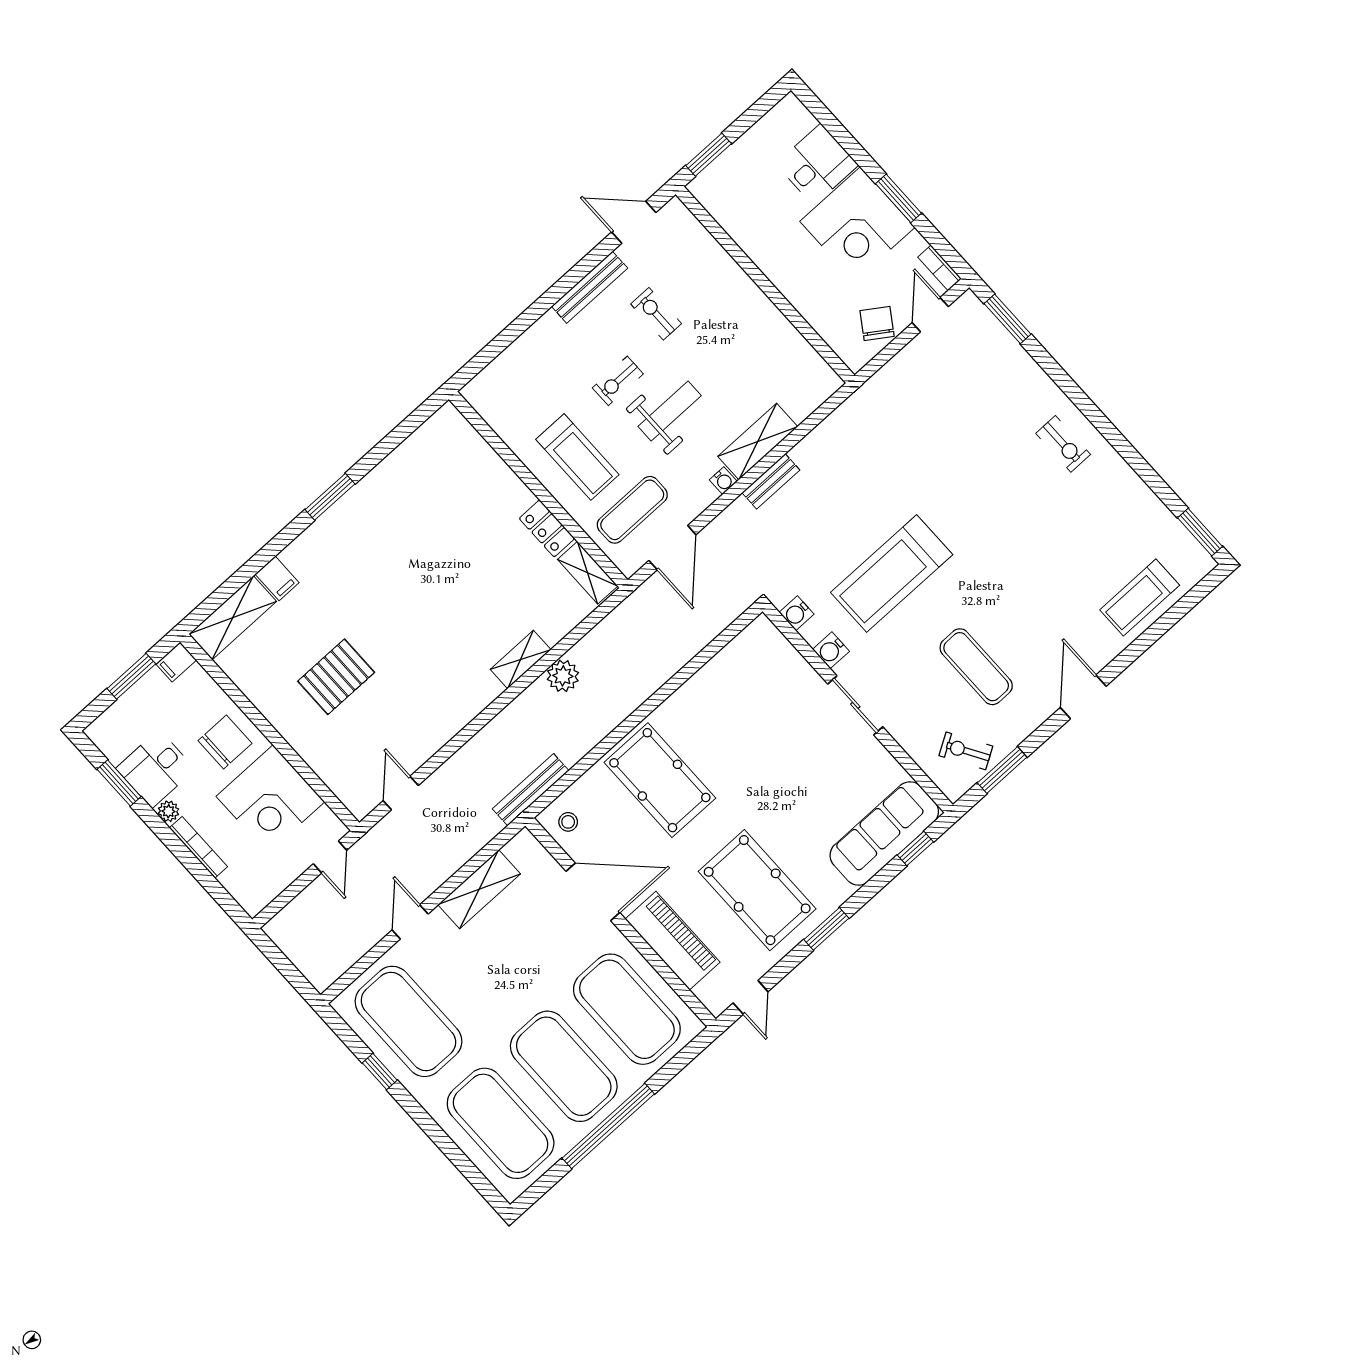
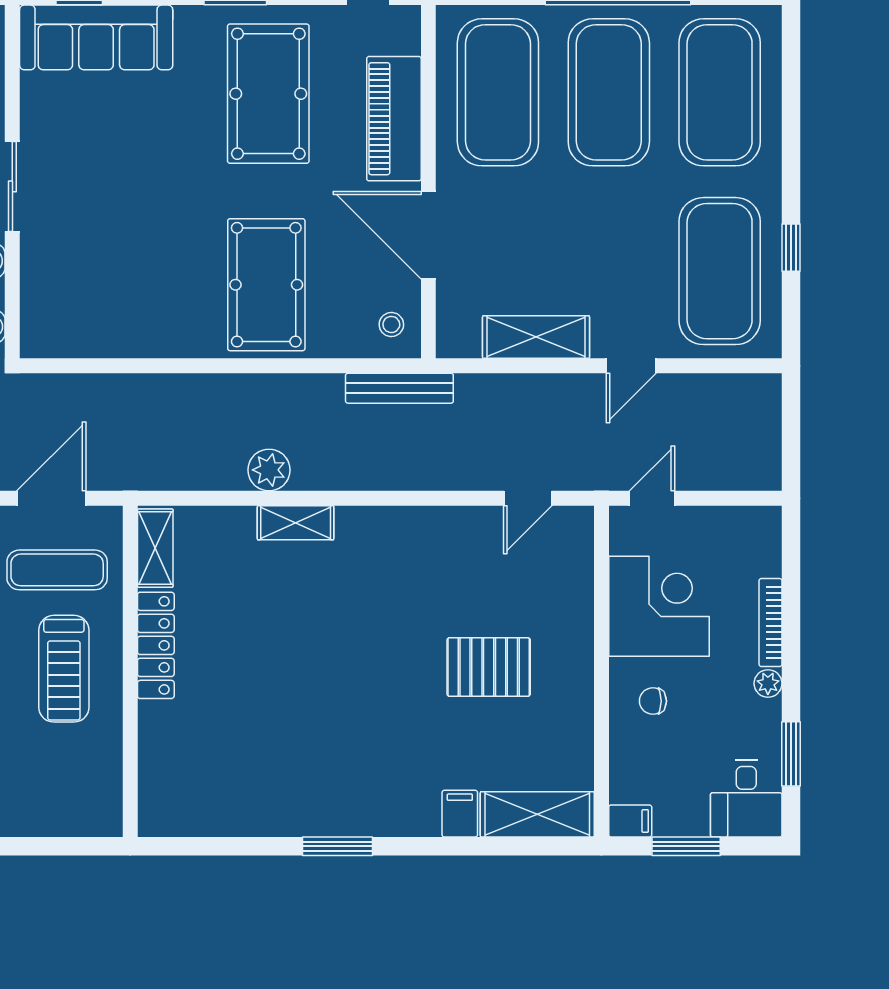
treadmill: (577, 457) -> (64, 669), turned 180
locker: (547, 528) -> (156, 645), width x1.53
chair: (225, 742) -> (653, 701), width x0.54, depth x0.54
desk: (155, 769) -> (746, 799), moved, turned 90

